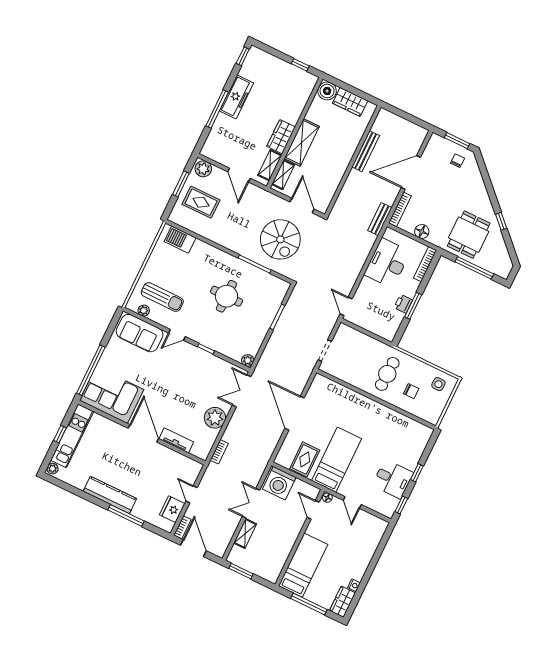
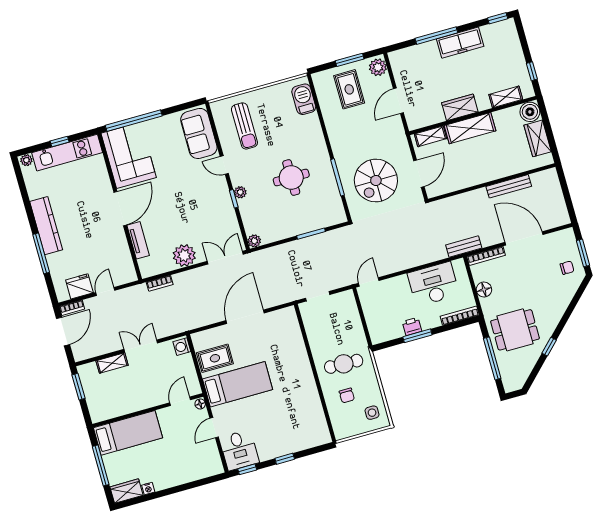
shelving: (270, 165) -> (506, 97), moved
plant: (144, 311) -> (240, 192), moved
desk: (393, 479) -> (239, 450), moved
washing machine: (279, 483) -> (182, 347), width x0.53, depth x0.53

